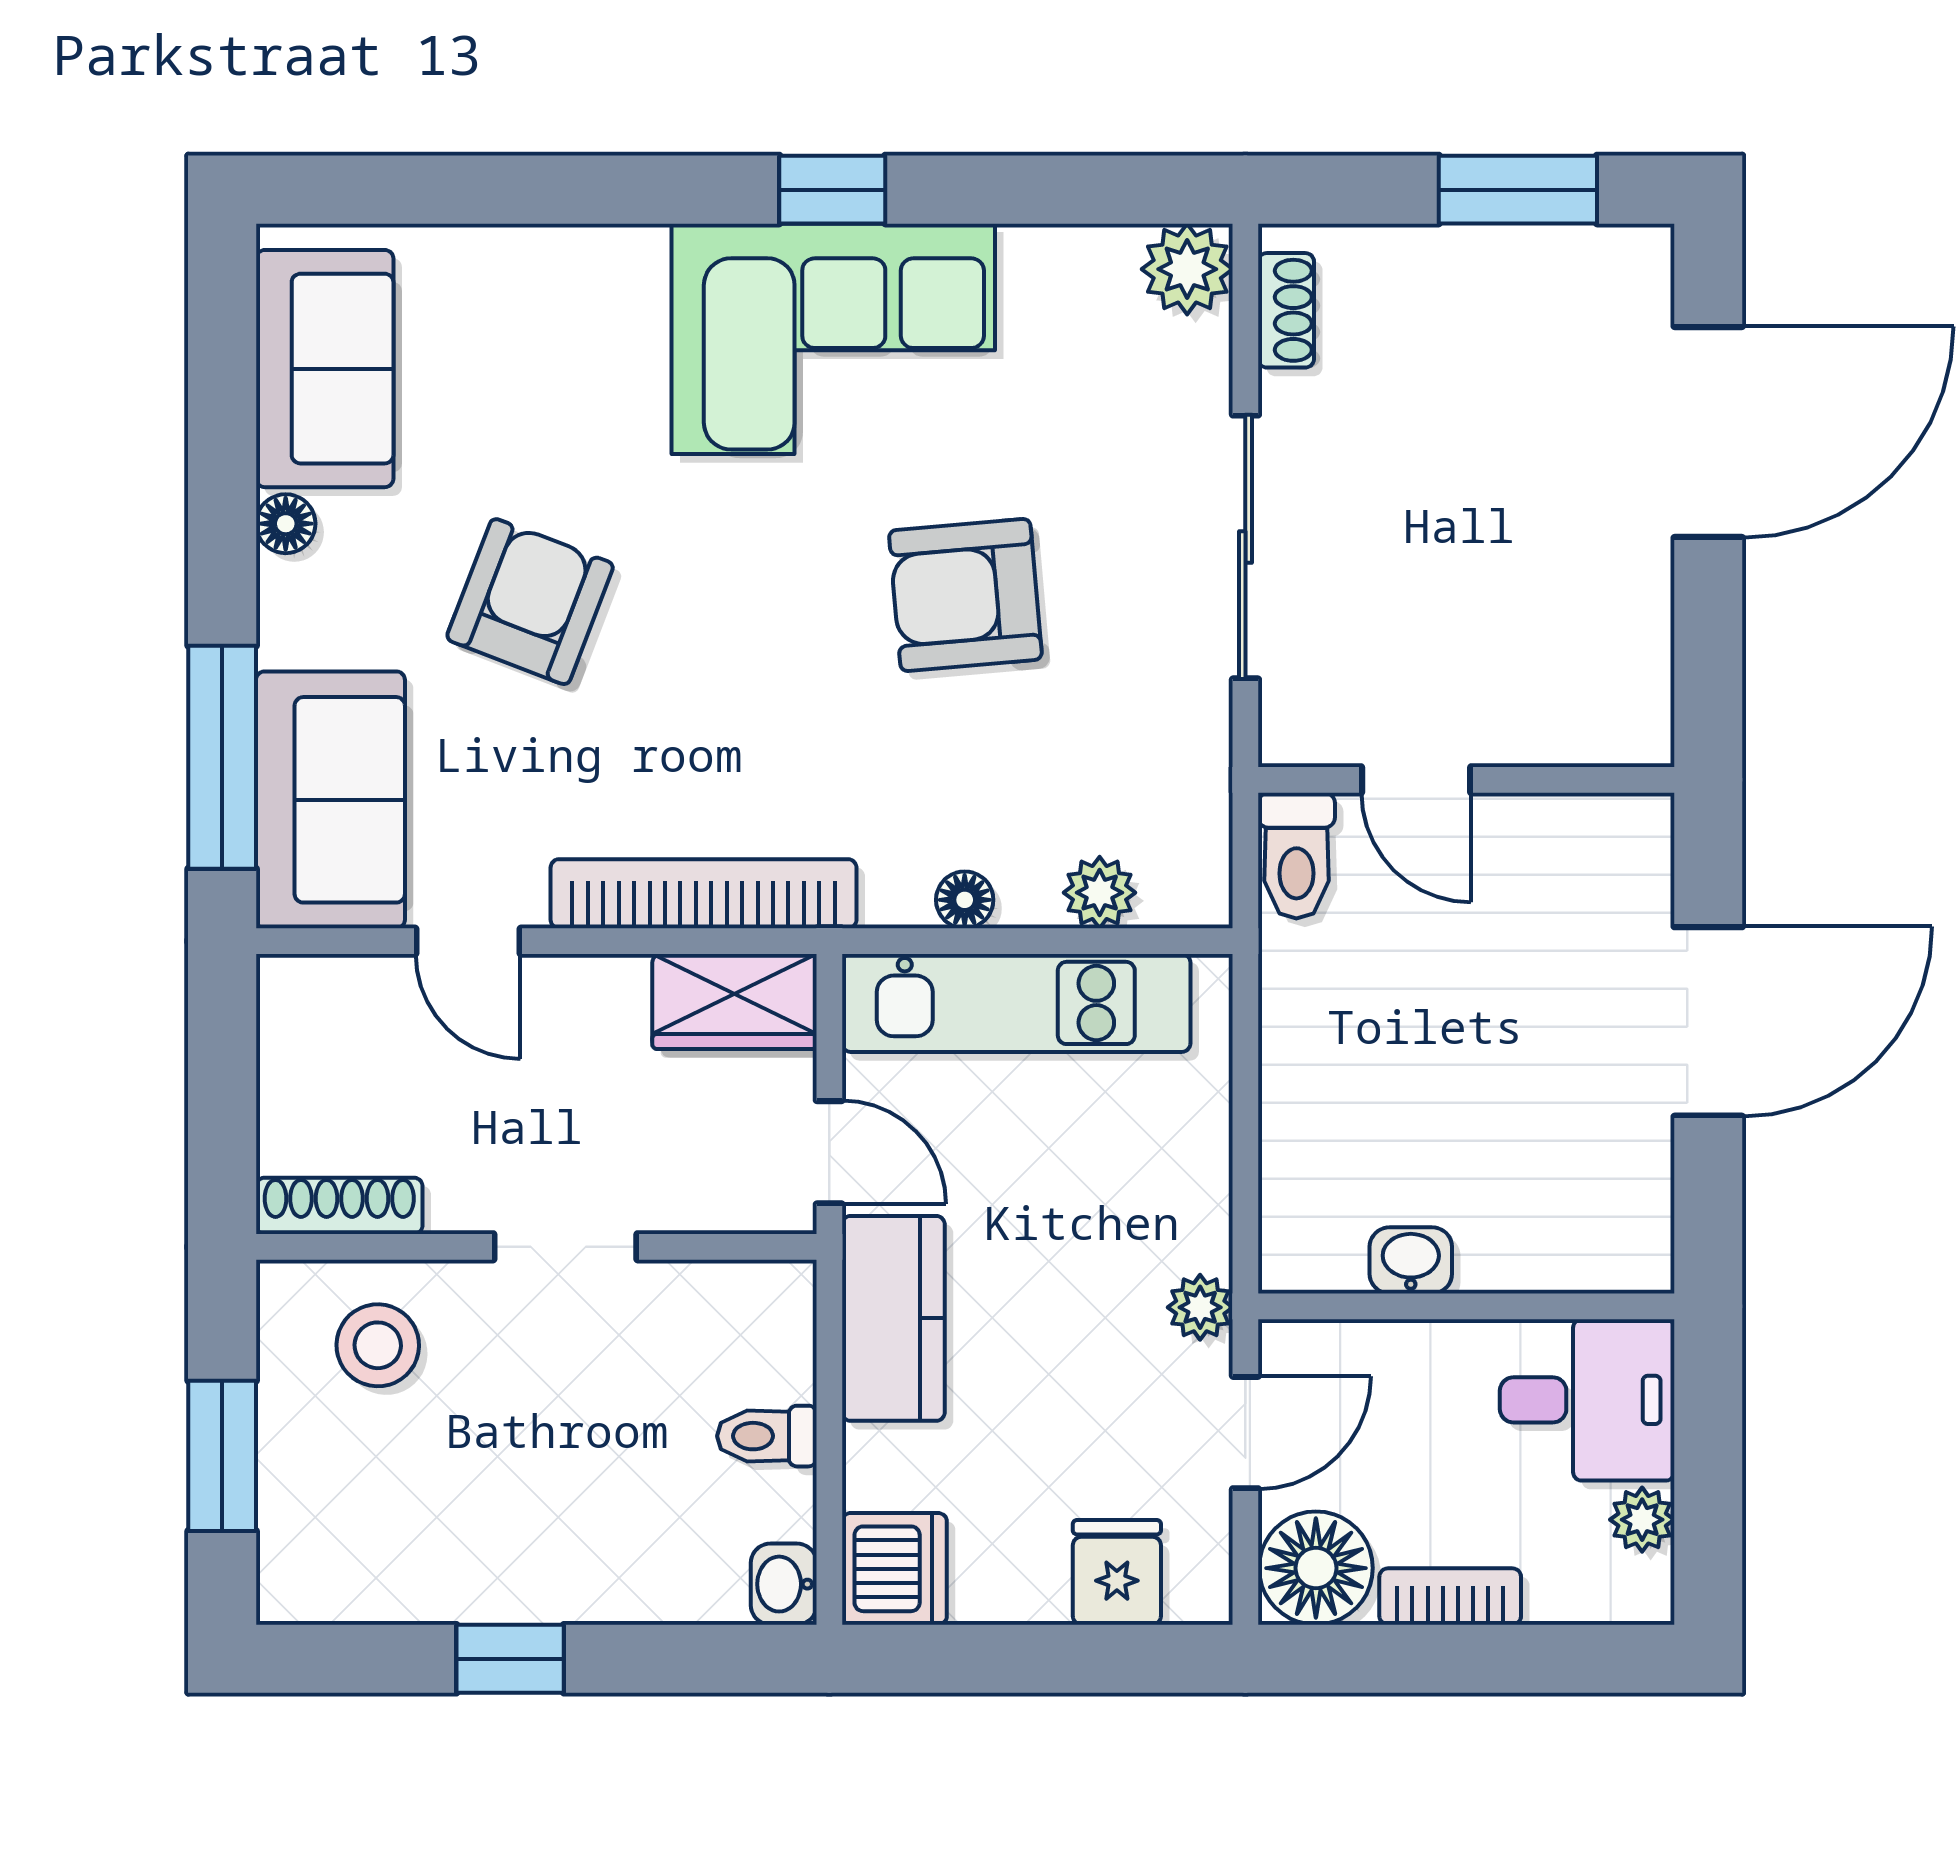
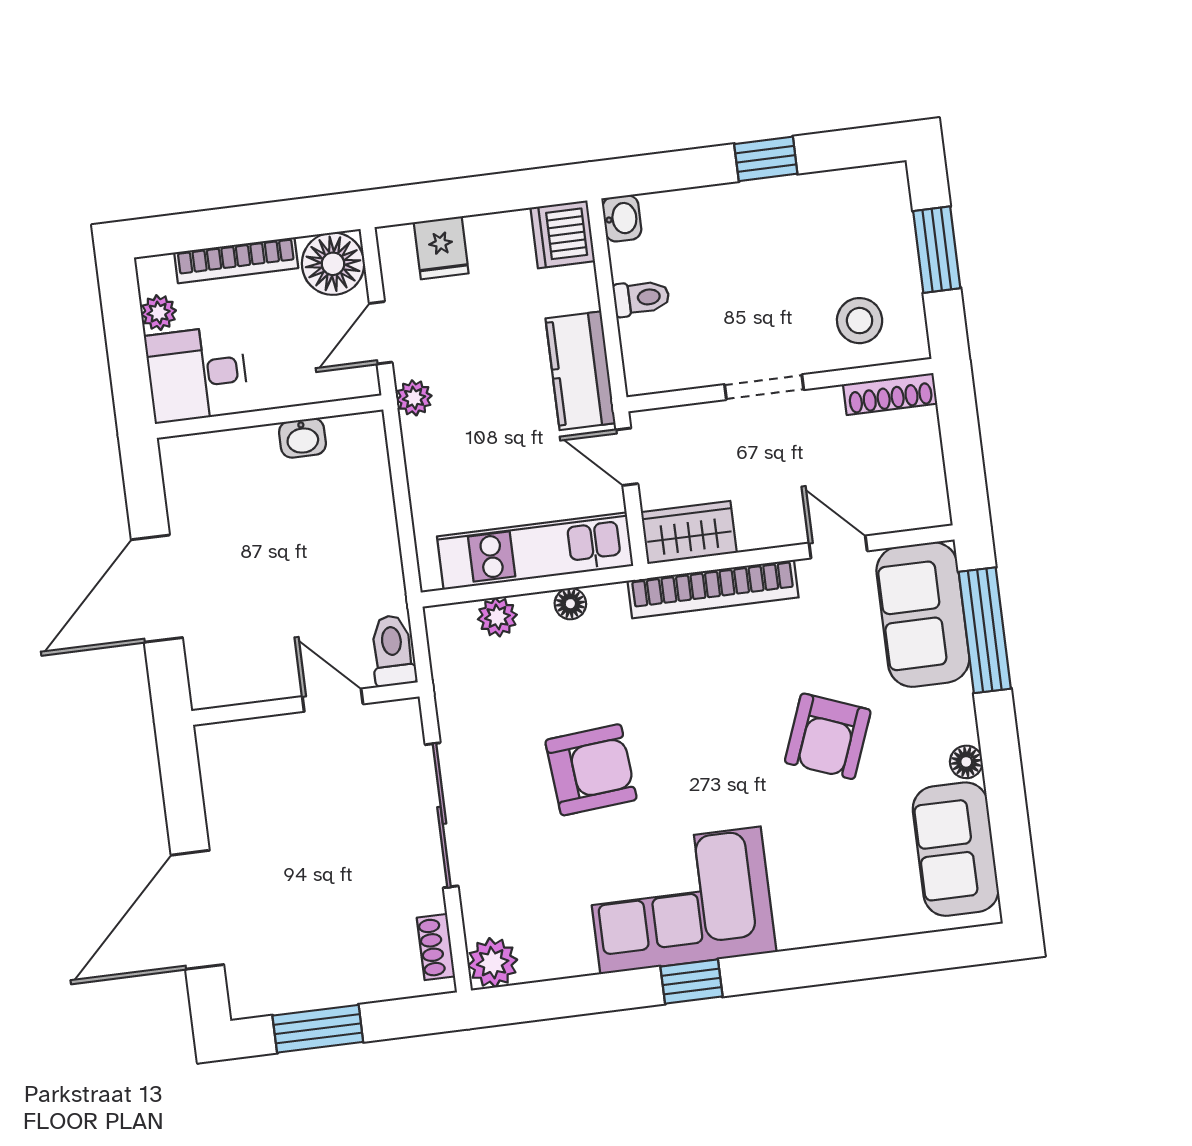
bookcase: (1450, 1596) -> (236, 260), width x1.56

